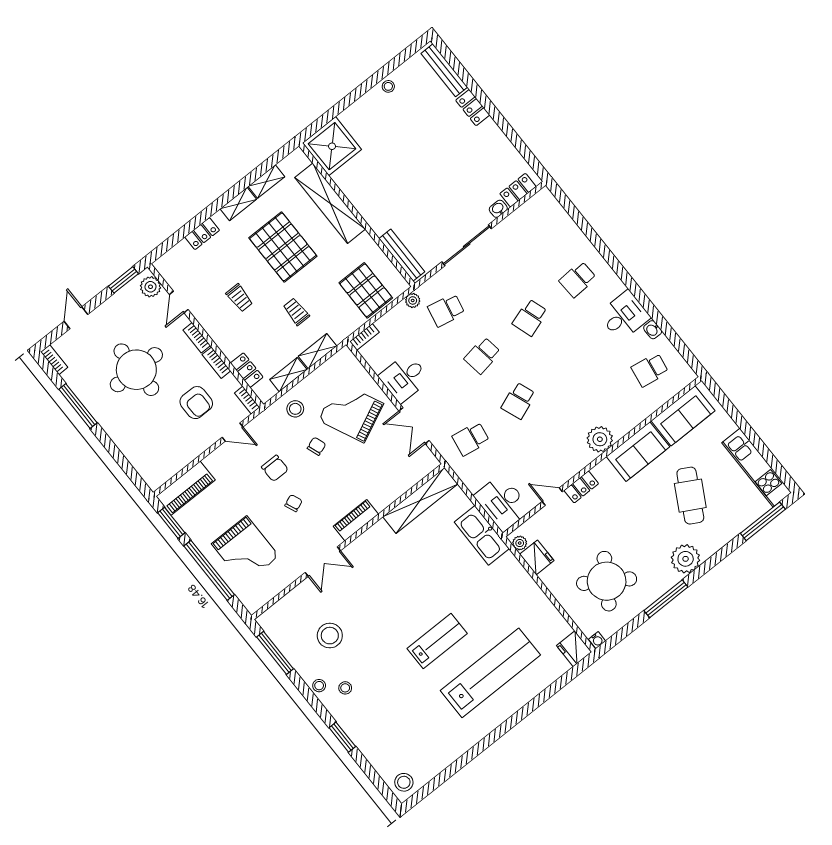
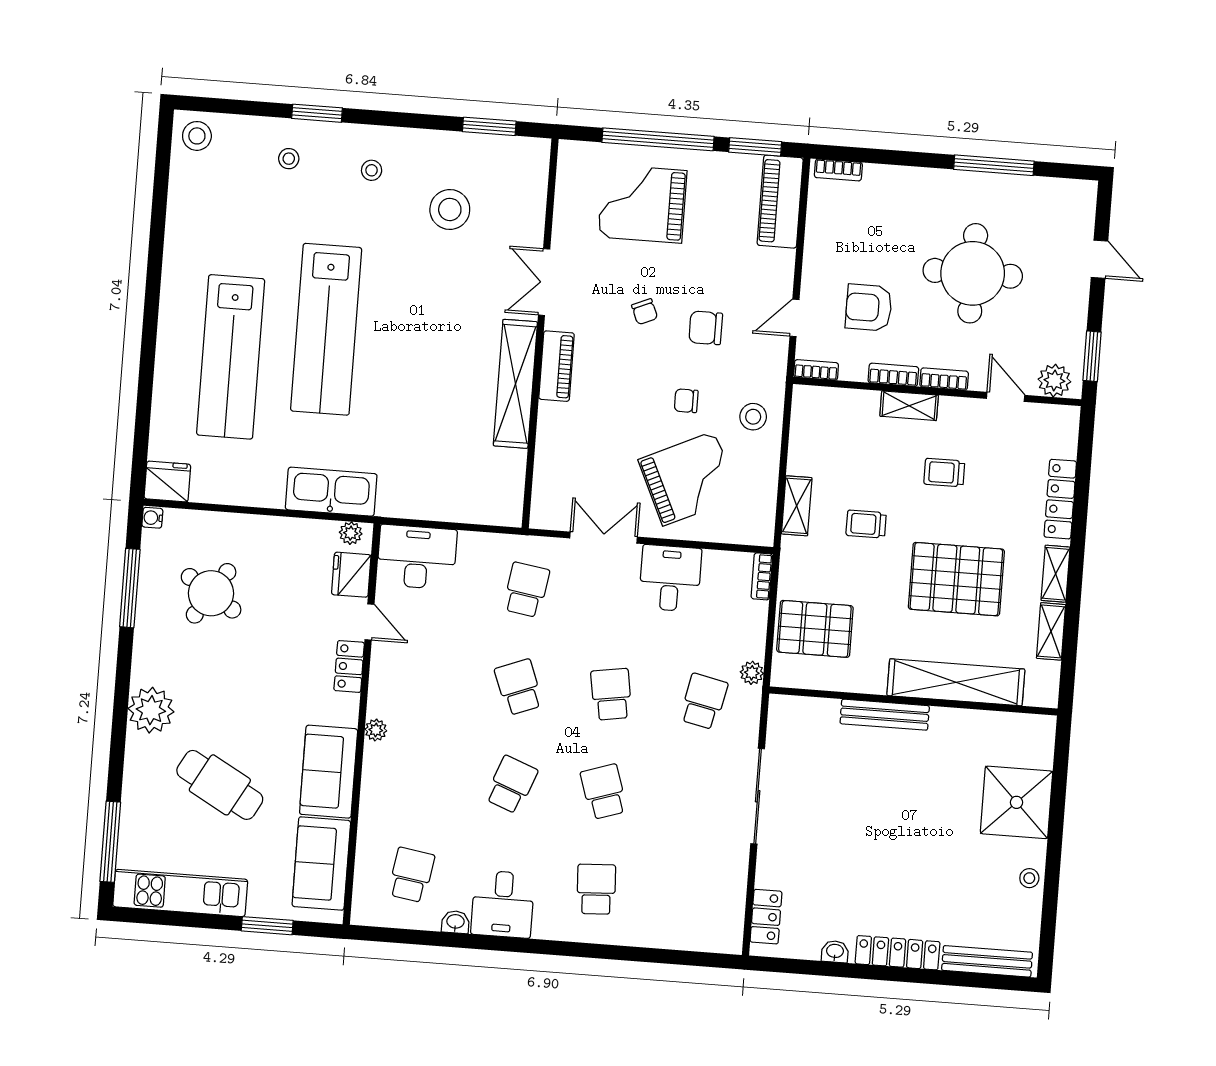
locker: (473, 108) -> (898, 953), width x1.53
shower: (332, 146) -> (1016, 802), moved
washbasin: (498, 209) -> (835, 952), moved, turned -90
locker: (202, 234) -> (1060, 499), width x1.53
bench: (402, 255) -> (885, 715), moved
trolley: (296, 312) -> (866, 524), turned 180
bookcase: (54, 360) -> (838, 170), moved
school desk: (566, 363) -> (511, 785), added
locker: (247, 370) -> (852, 402), removed
shelving: (288, 375) -> (909, 406), moved, turned 90
window: (734, 414) -> (267, 926), added
plant: (600, 439) -> (376, 730), width x0.53, depth x0.53
chair: (316, 446) -> (686, 401), turned 110
door: (552, 497) -> (370, 622), hinge flipped
shelving: (420, 500) -> (515, 384), moved
kitchen sink: (482, 535) -> (331, 492), moved
fridge: (537, 557) -> (351, 575), moved, turned 90
round table: (607, 581) -> (211, 593), width x0.73, depth x0.73
window: (666, 599) -> (130, 588), moved
lab bench: (437, 641) -> (326, 329), width x1.86, depth x1.39
window: (275, 653) -> (489, 126), width x0.69
stool: (319, 686) -> (289, 159), moved

